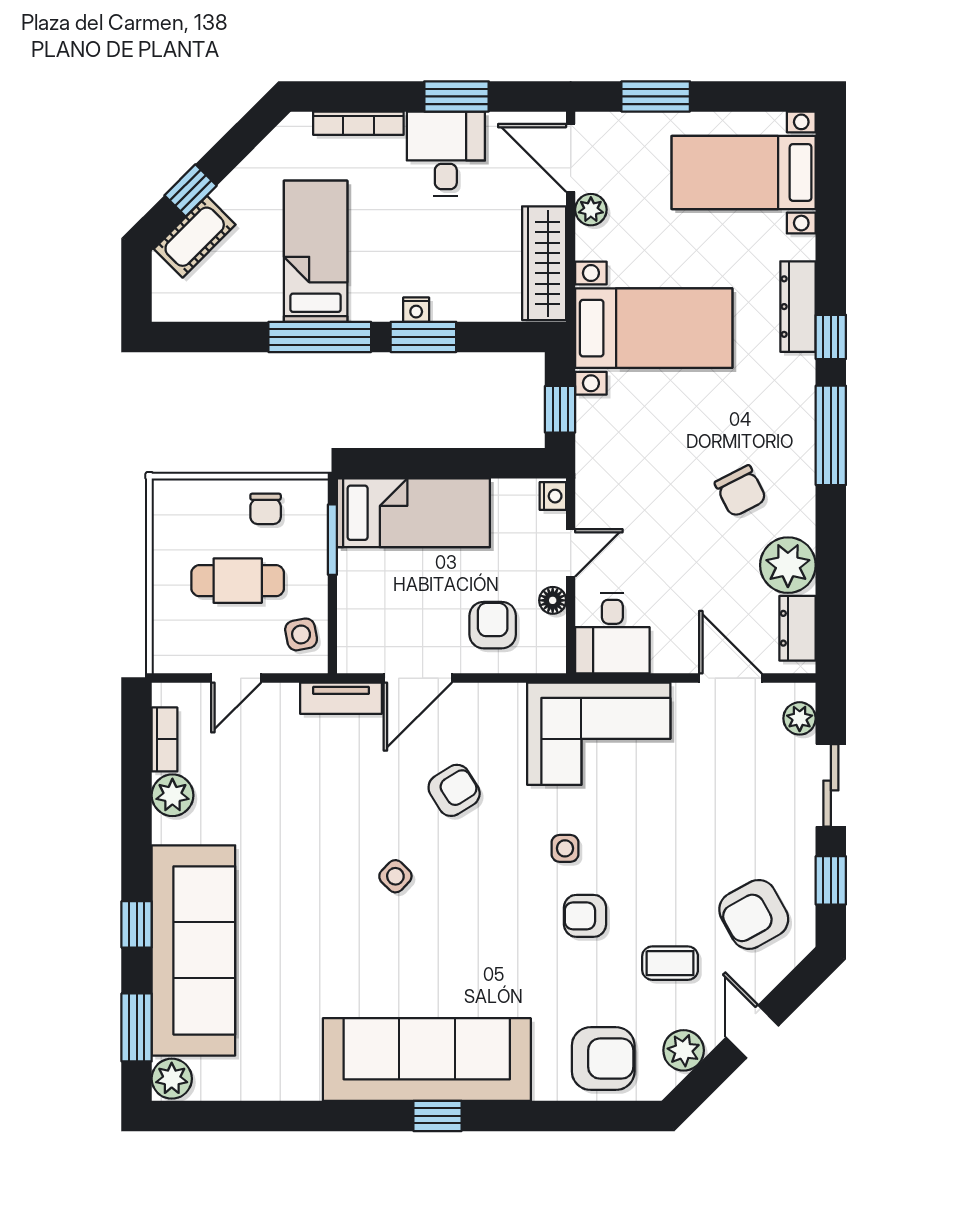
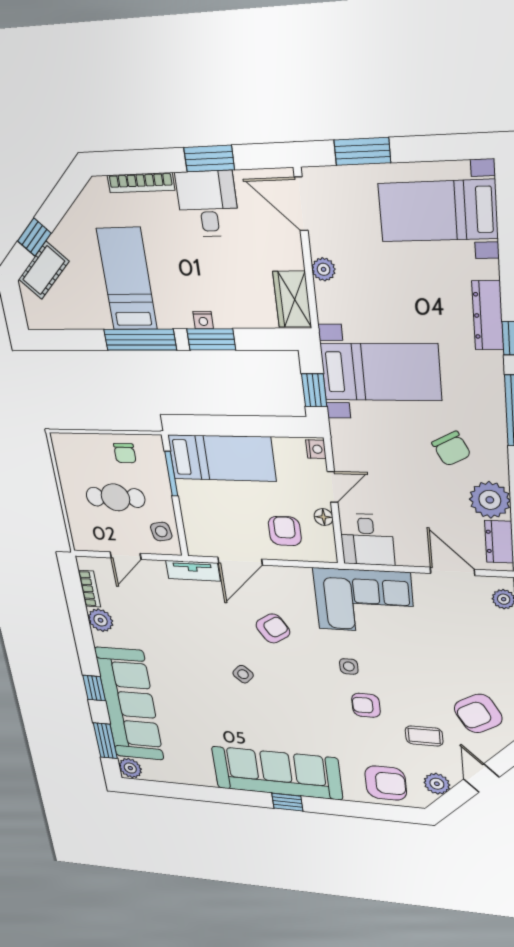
plant: (591, 210) -> (324, 269), moved
wardrobe: (544, 263) -> (292, 299), width x0.67
bed with nightstands: (654, 328) -> (381, 372), moved

